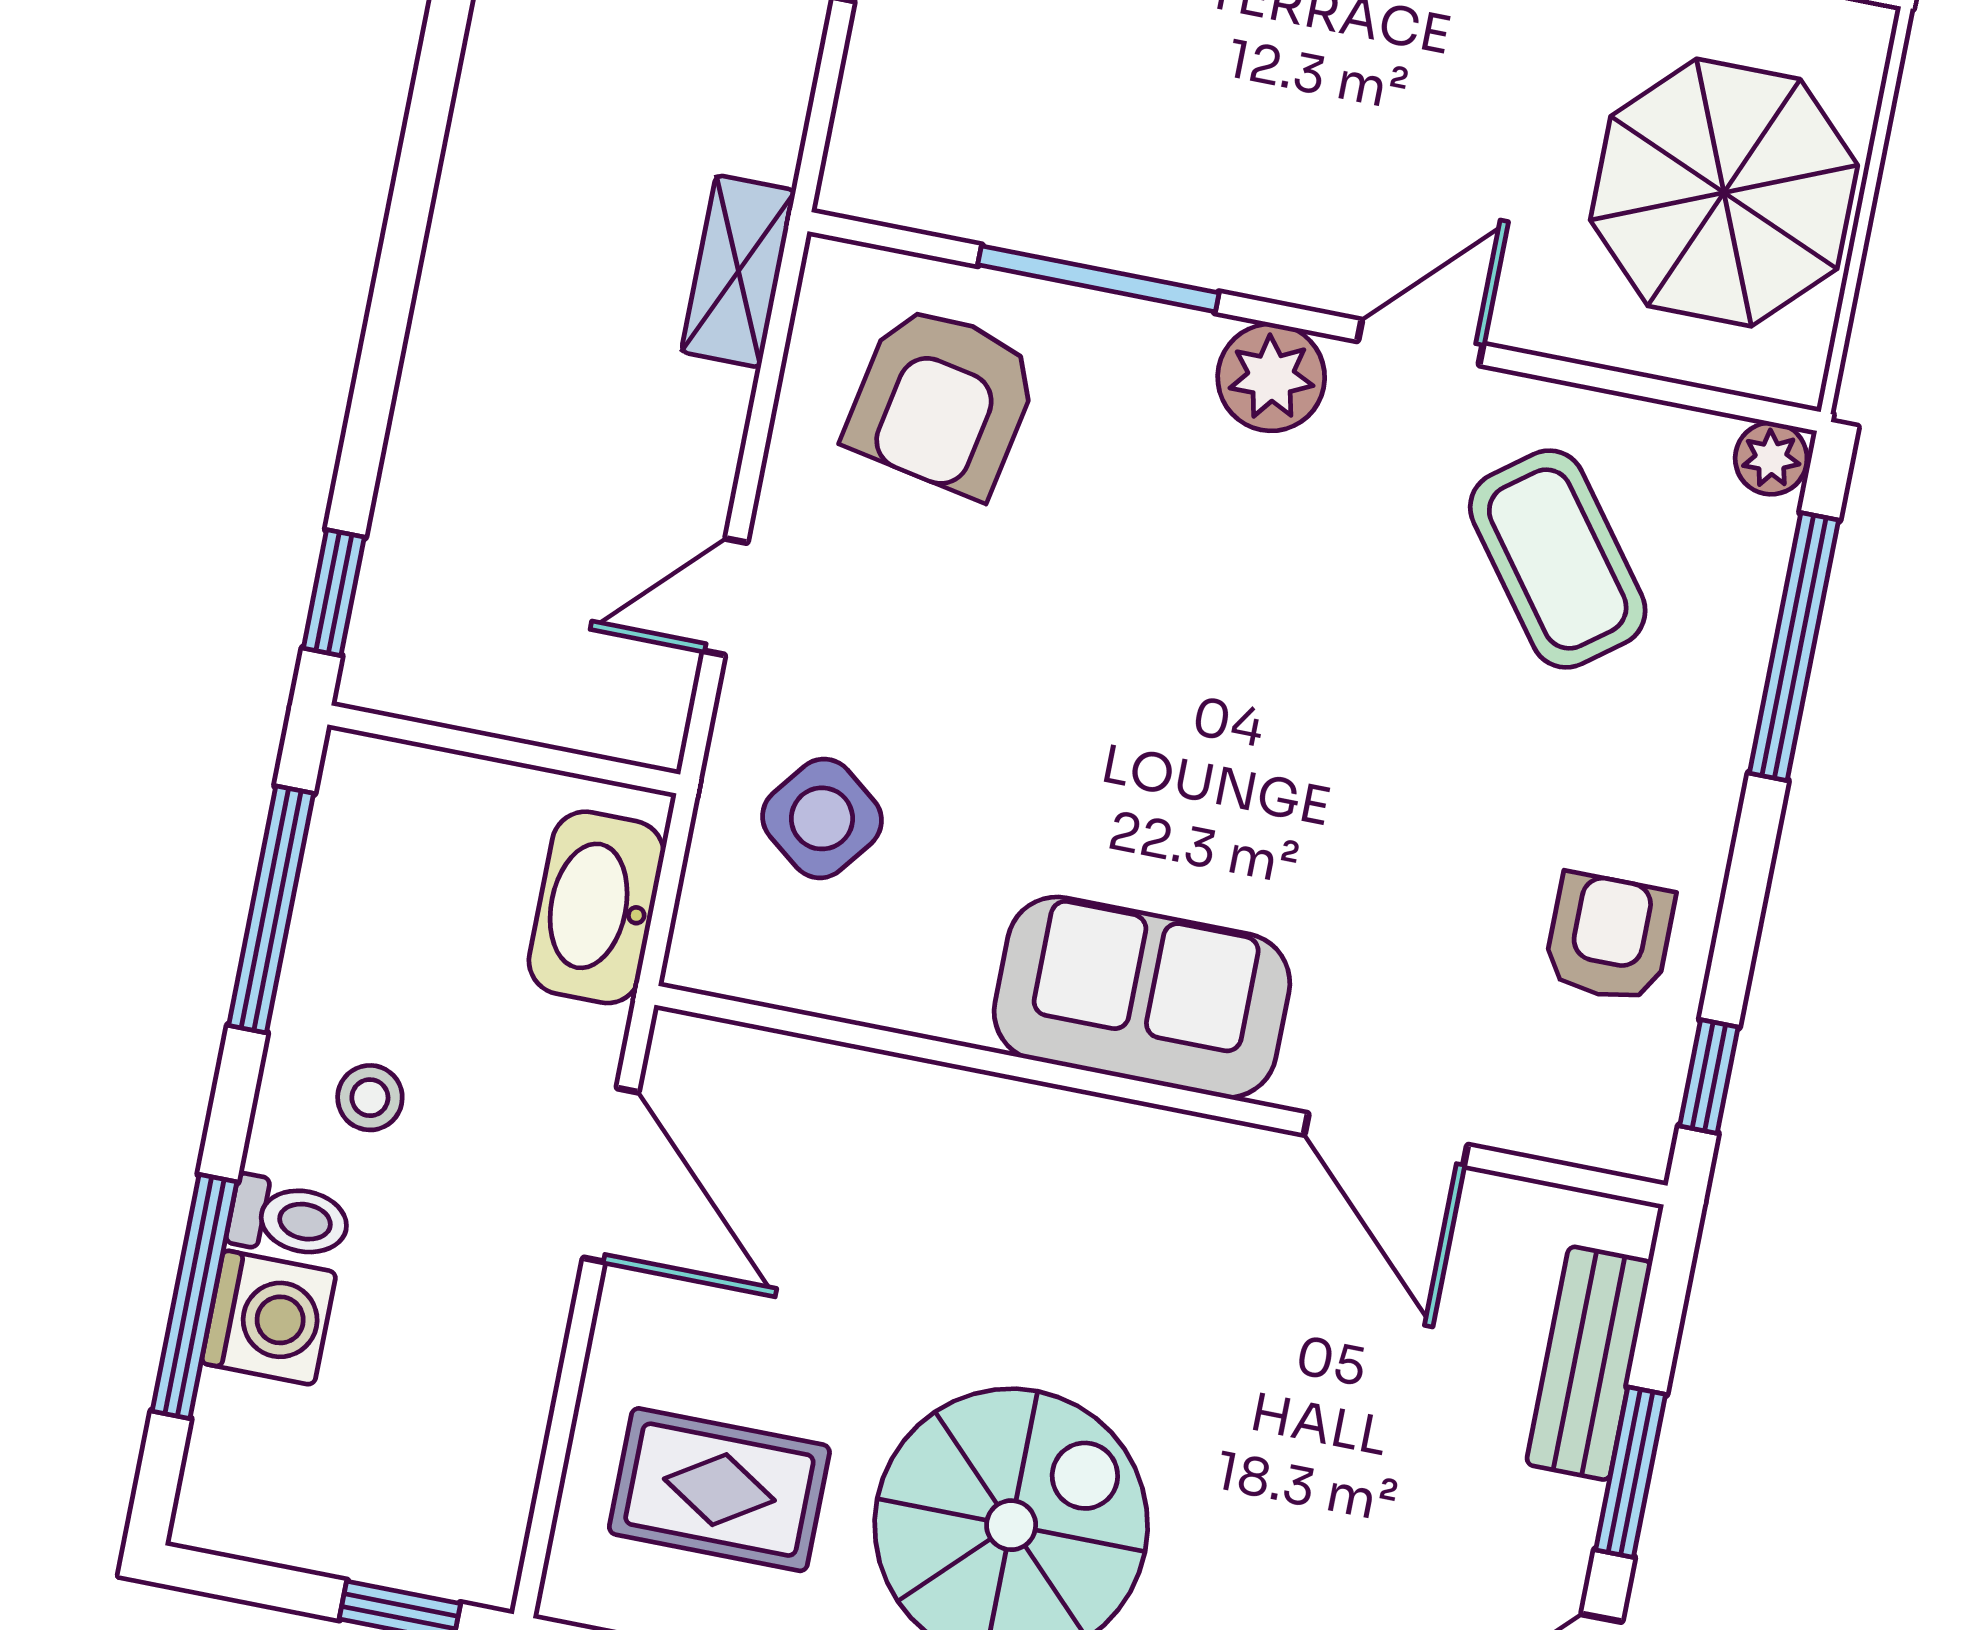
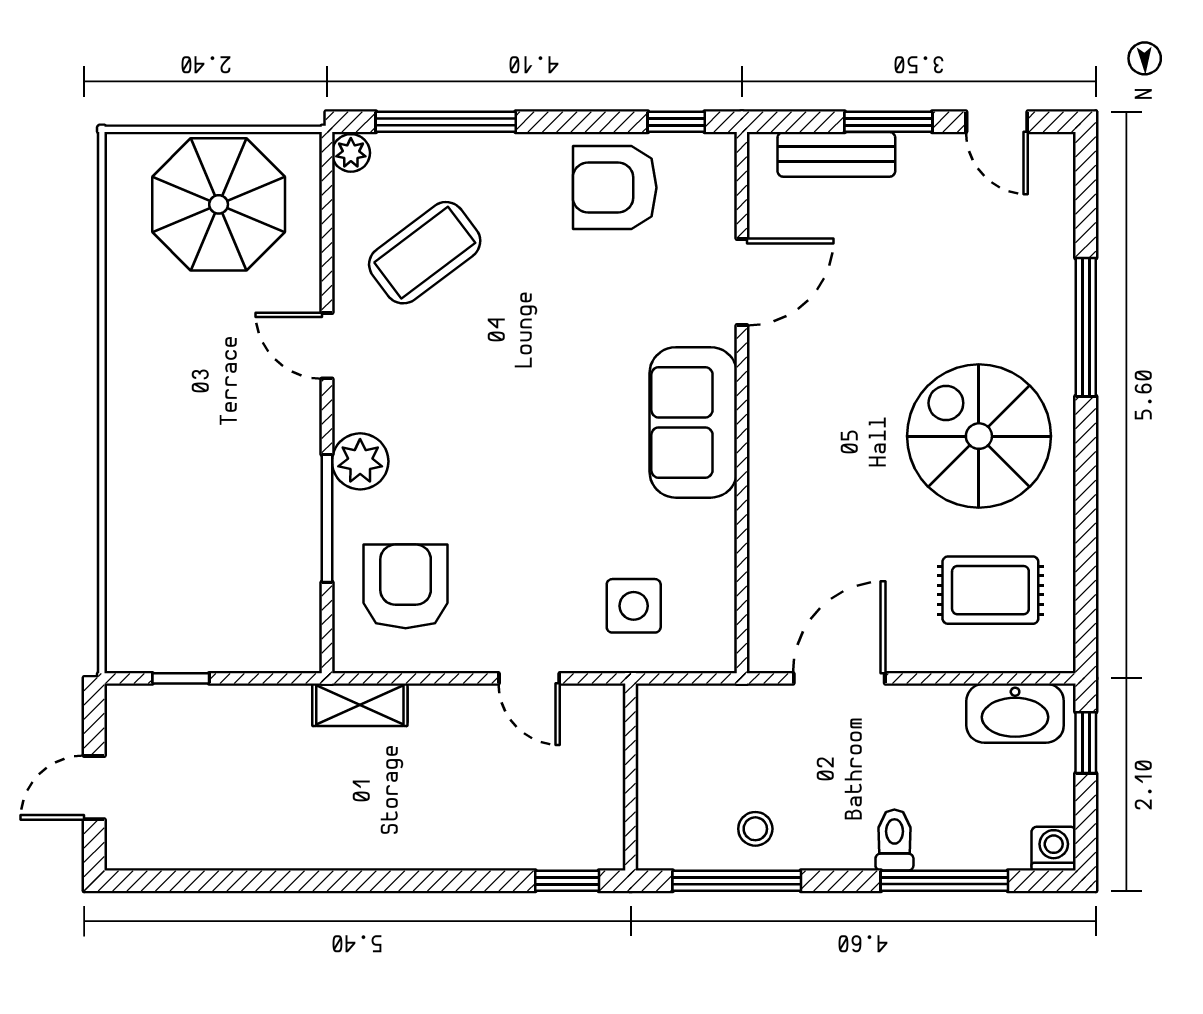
plant: (1271, 377) -> (360, 461), moved
armchair: (942, 400) -> (406, 586), turned -101
side table: (822, 818) -> (634, 606), turned -38
washbasin: (596, 907) -> (1015, 713), moved
armchair: (1609, 938) -> (615, 188), width x1.38, depth x1.38
stool: (370, 1098) -> (755, 829), moved
washing machine: (269, 1318) -> (1054, 849), moved, width x0.73, depth x0.73
rug: (719, 1490) -> (990, 590), turned 90

